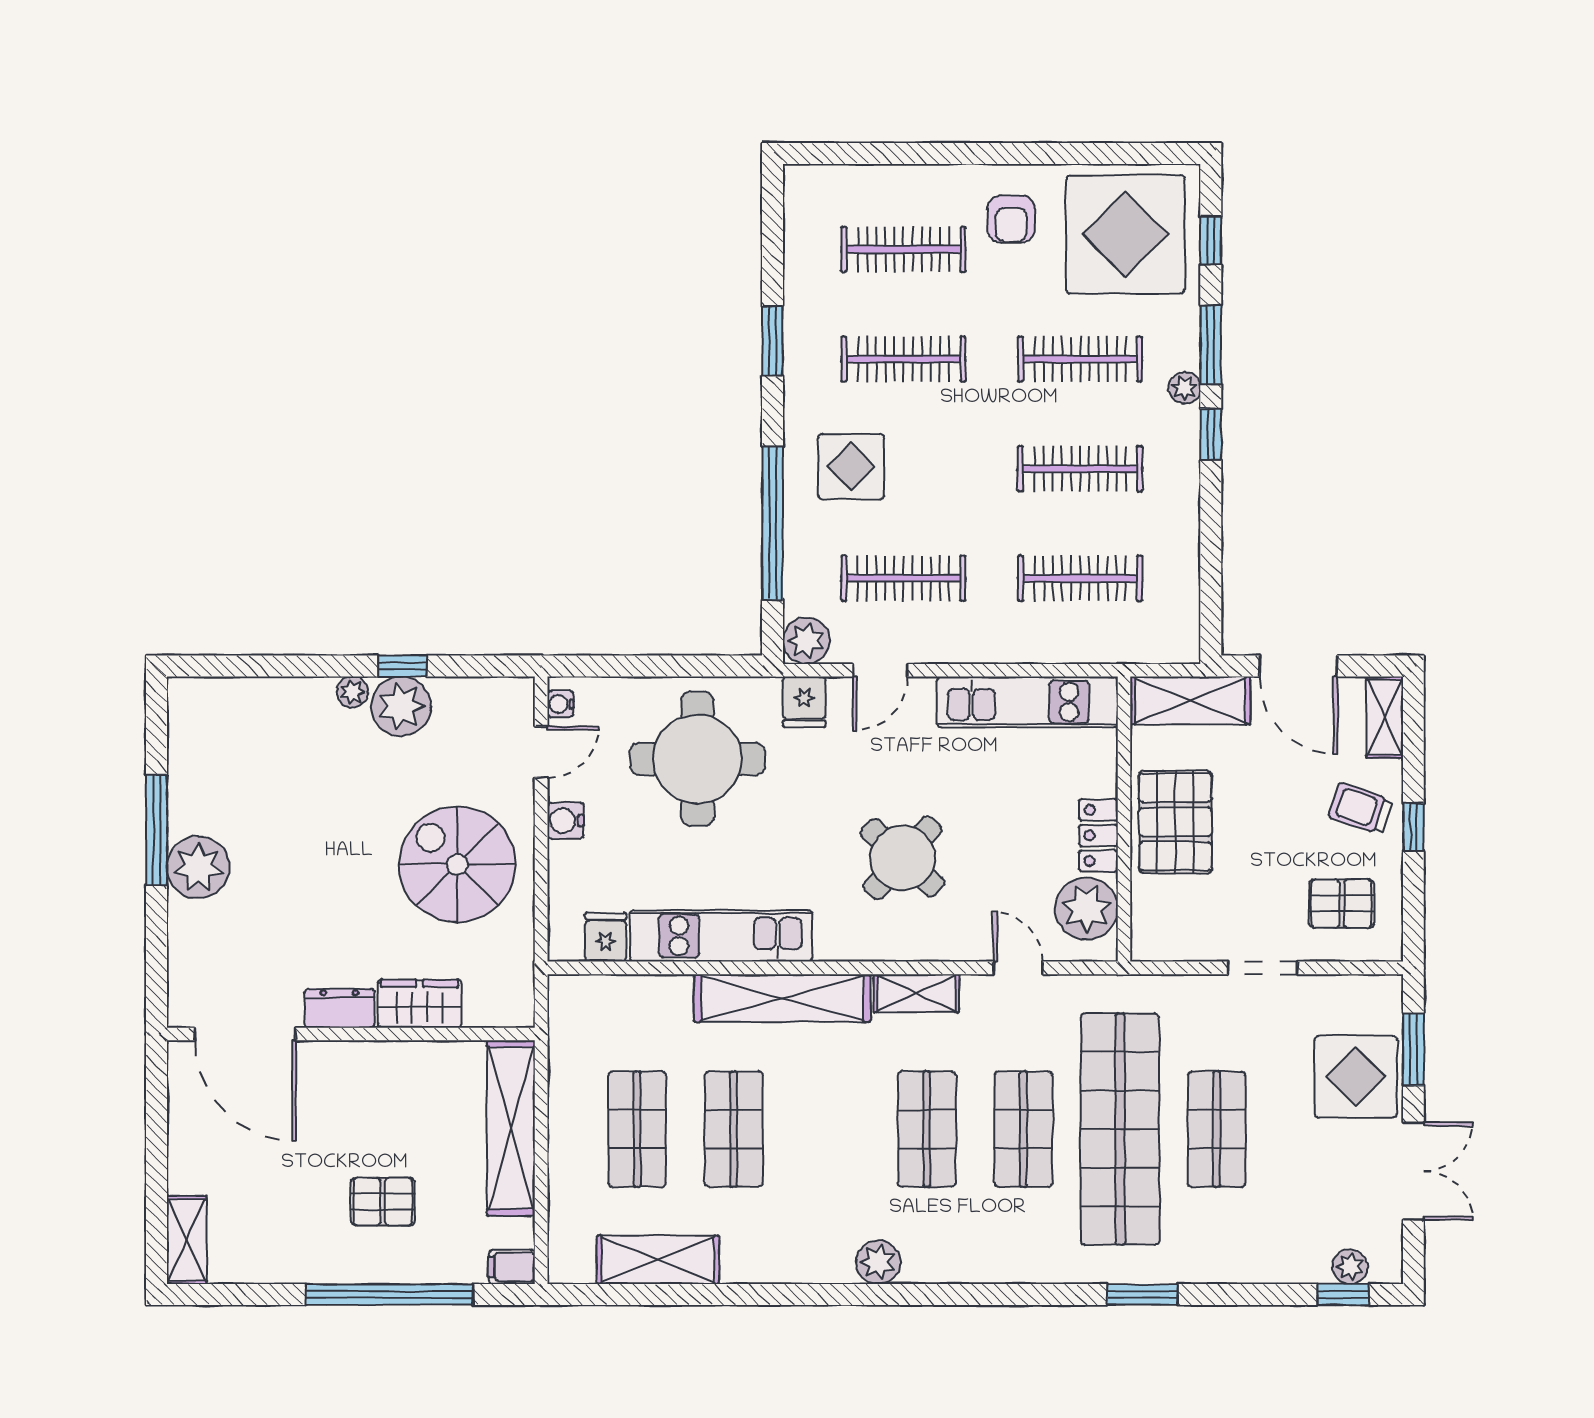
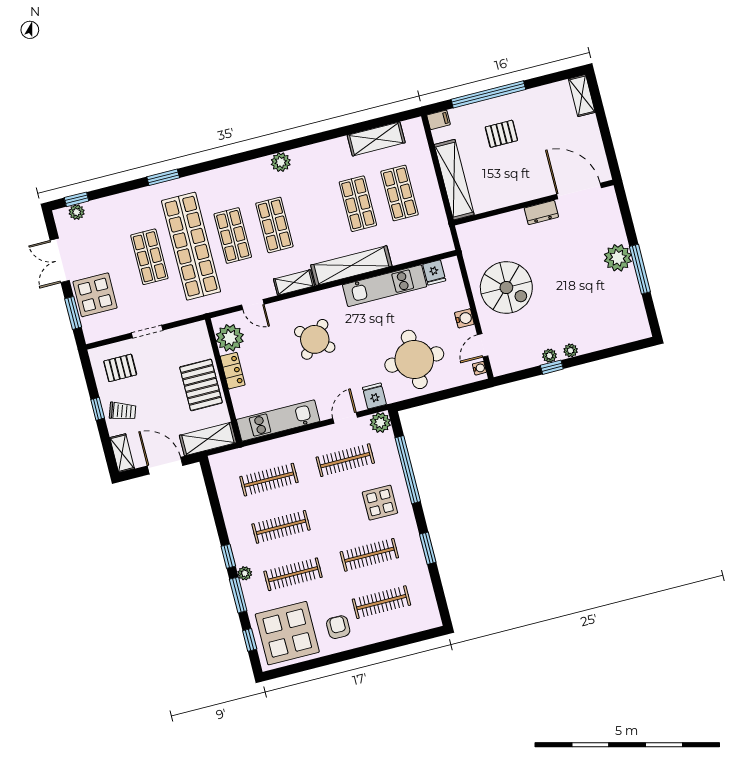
plant: (401, 706) -> (550, 356), width x0.53, depth x0.53
wardrobe: (420, 1004) -> (507, 223), removed

